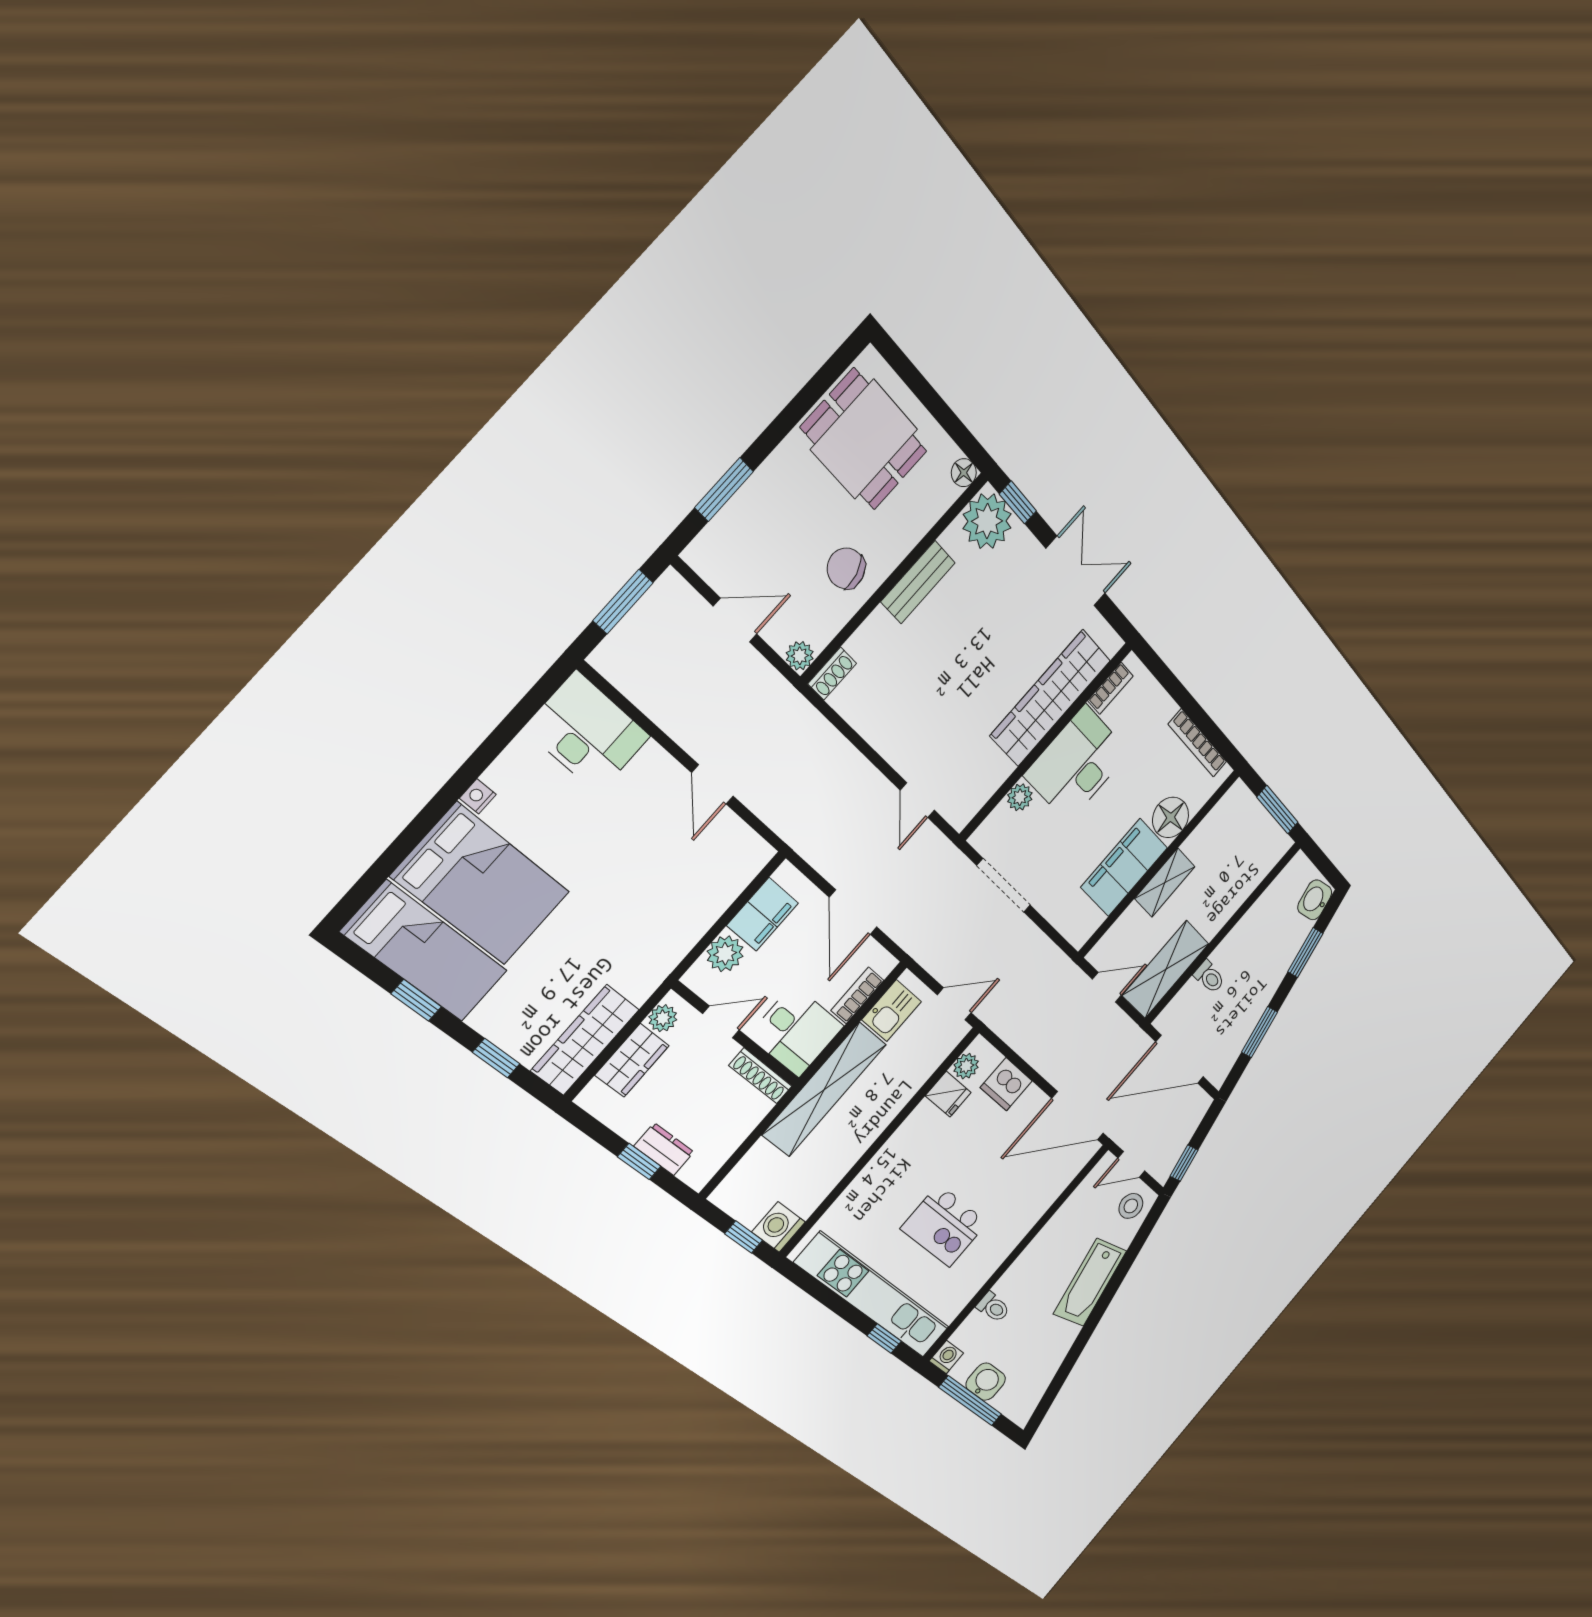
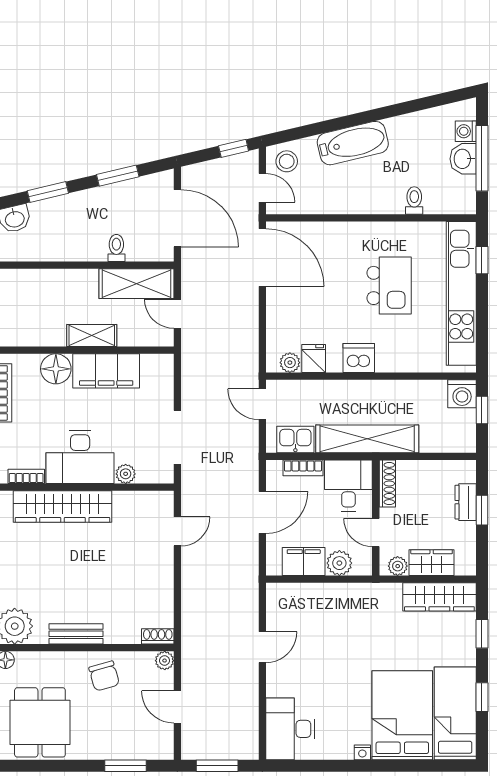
dishwasher: (1006, 1084) -> (359, 358), moved, turned -90
washing machine: (946, 1357) -> (466, 131), moved

